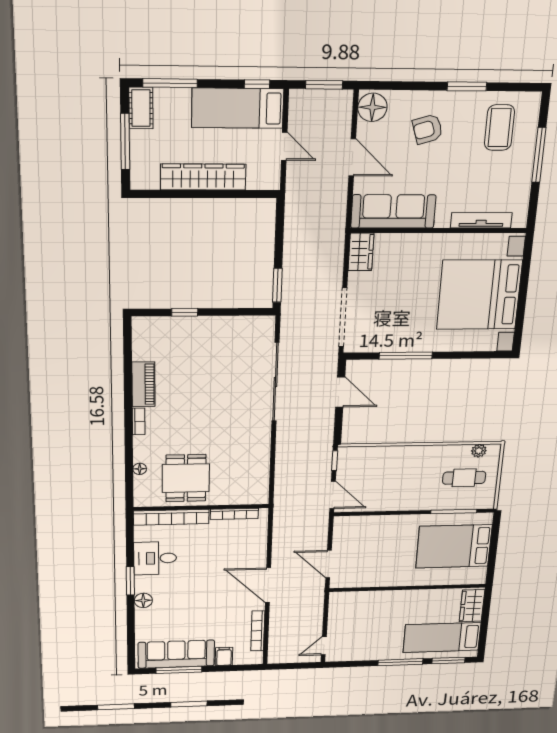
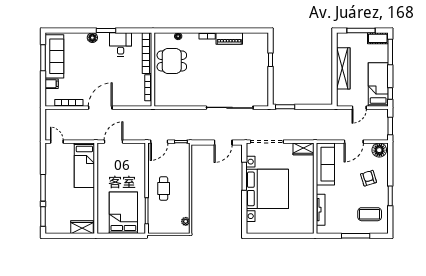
bed with nightstands: (479, 295) -> (267, 189), moved, turned 90
cafe table: (464, 478) -> (164, 189), moved
bed: (442, 638) -> (84, 165), moved, turned 180

